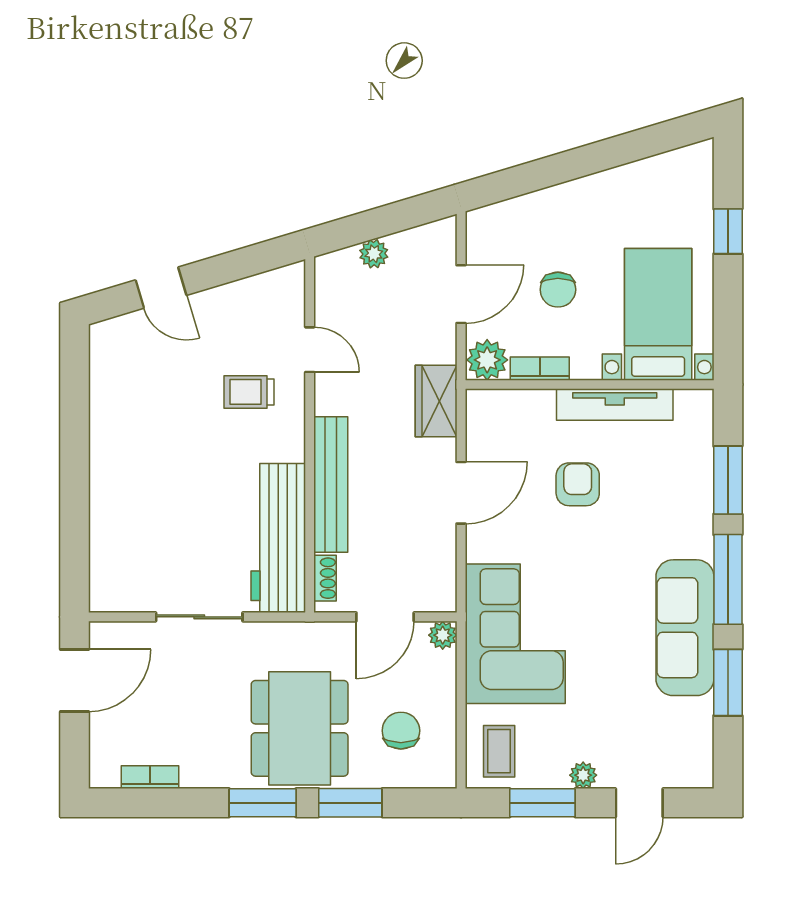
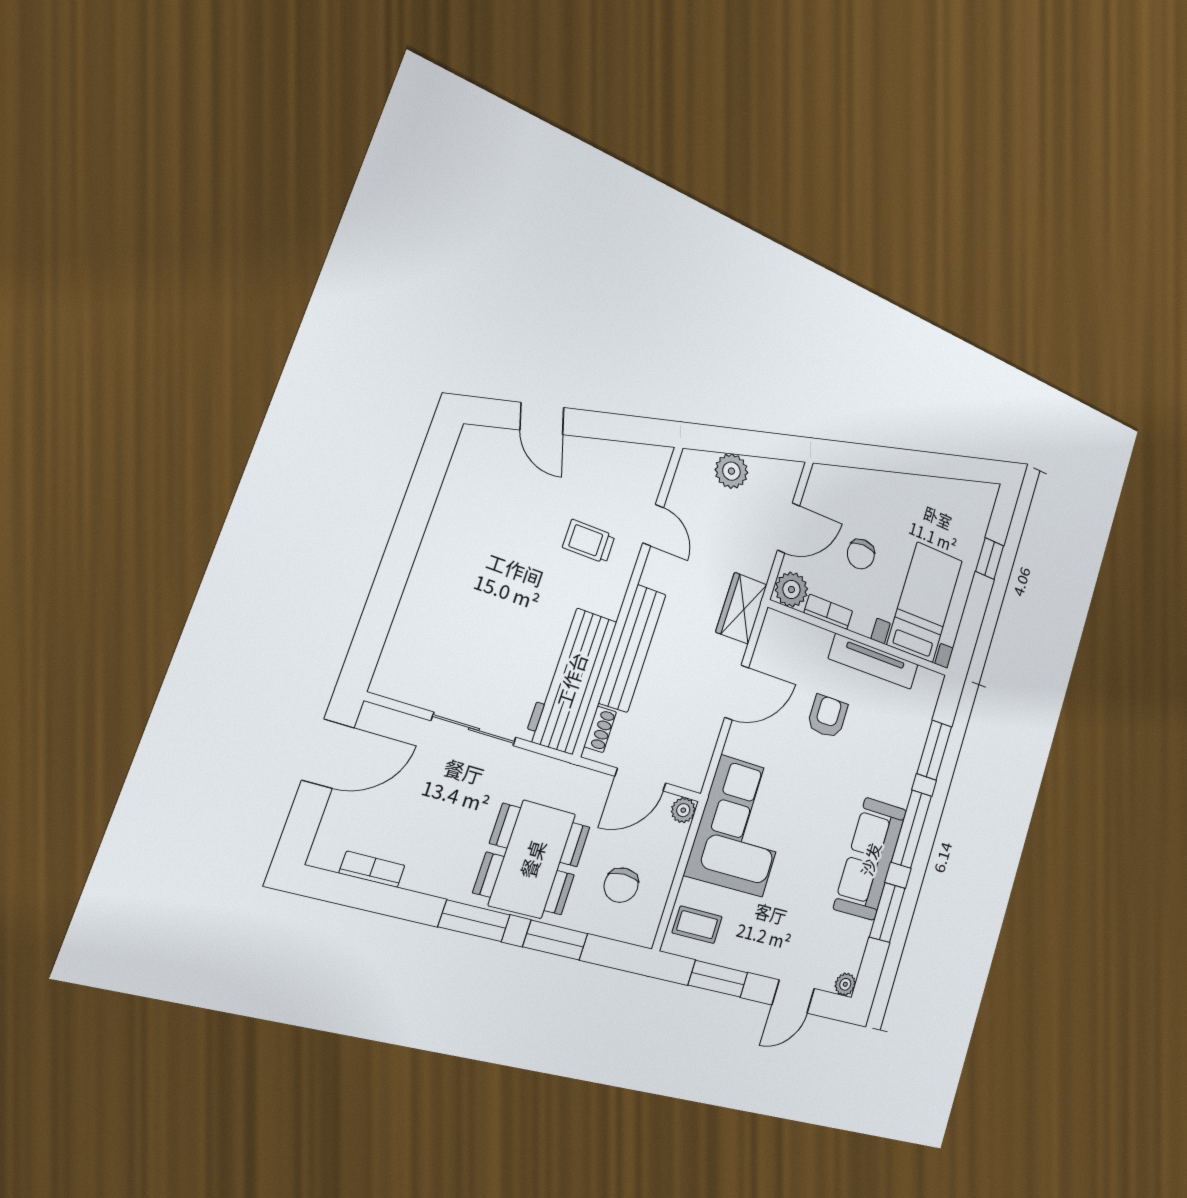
plant: (374, 254) -> (731, 471), width x1.38, depth x1.38
chair: (401, 731) -> (621, 885), turned 180
coffee table: (499, 751) -> (697, 925), turned 90
plant: (583, 775) -> (845, 984), moved

